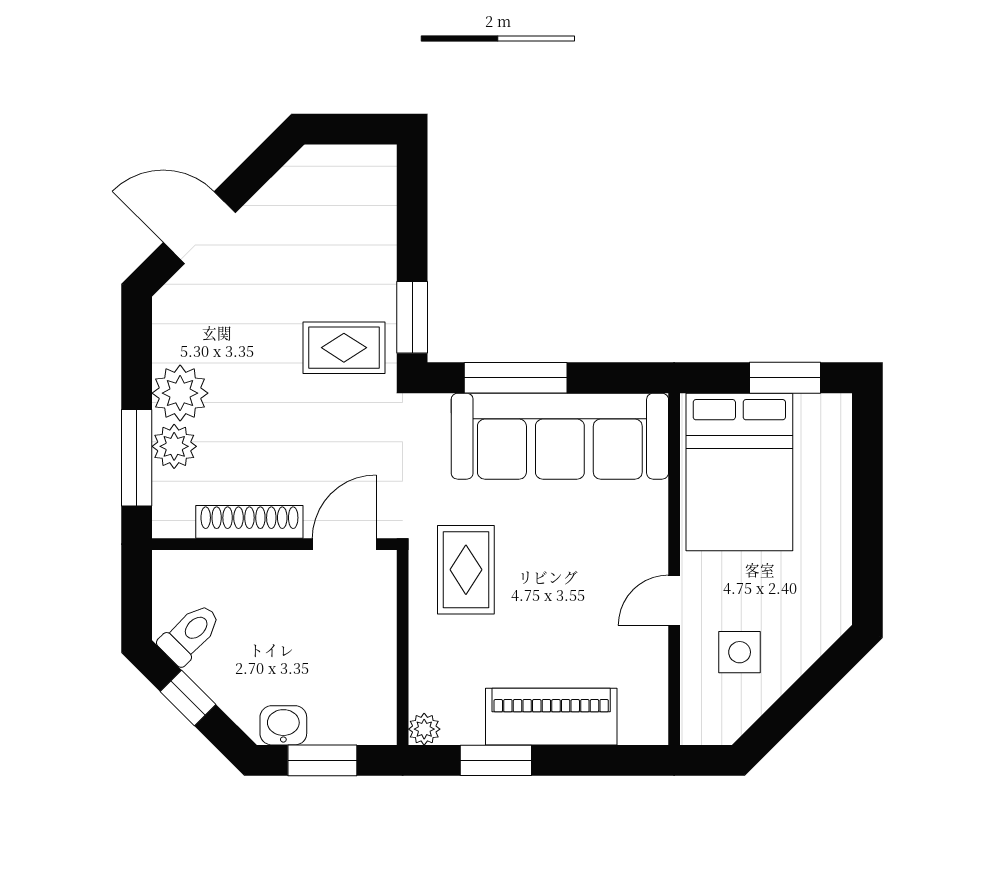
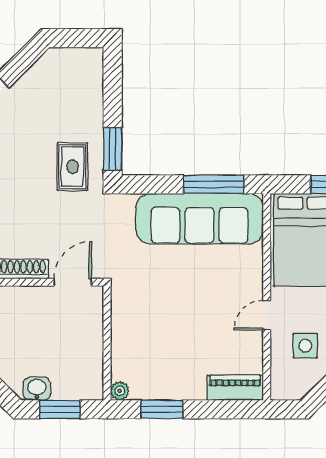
rug: (344, 348) -> (73, 167), turned 90
window: (516, 378) -> (213, 184), moved
rug: (466, 570) -> (144, 297), removed
piano: (551, 717) -> (235, 388), moved, width x0.73, depth x0.75

